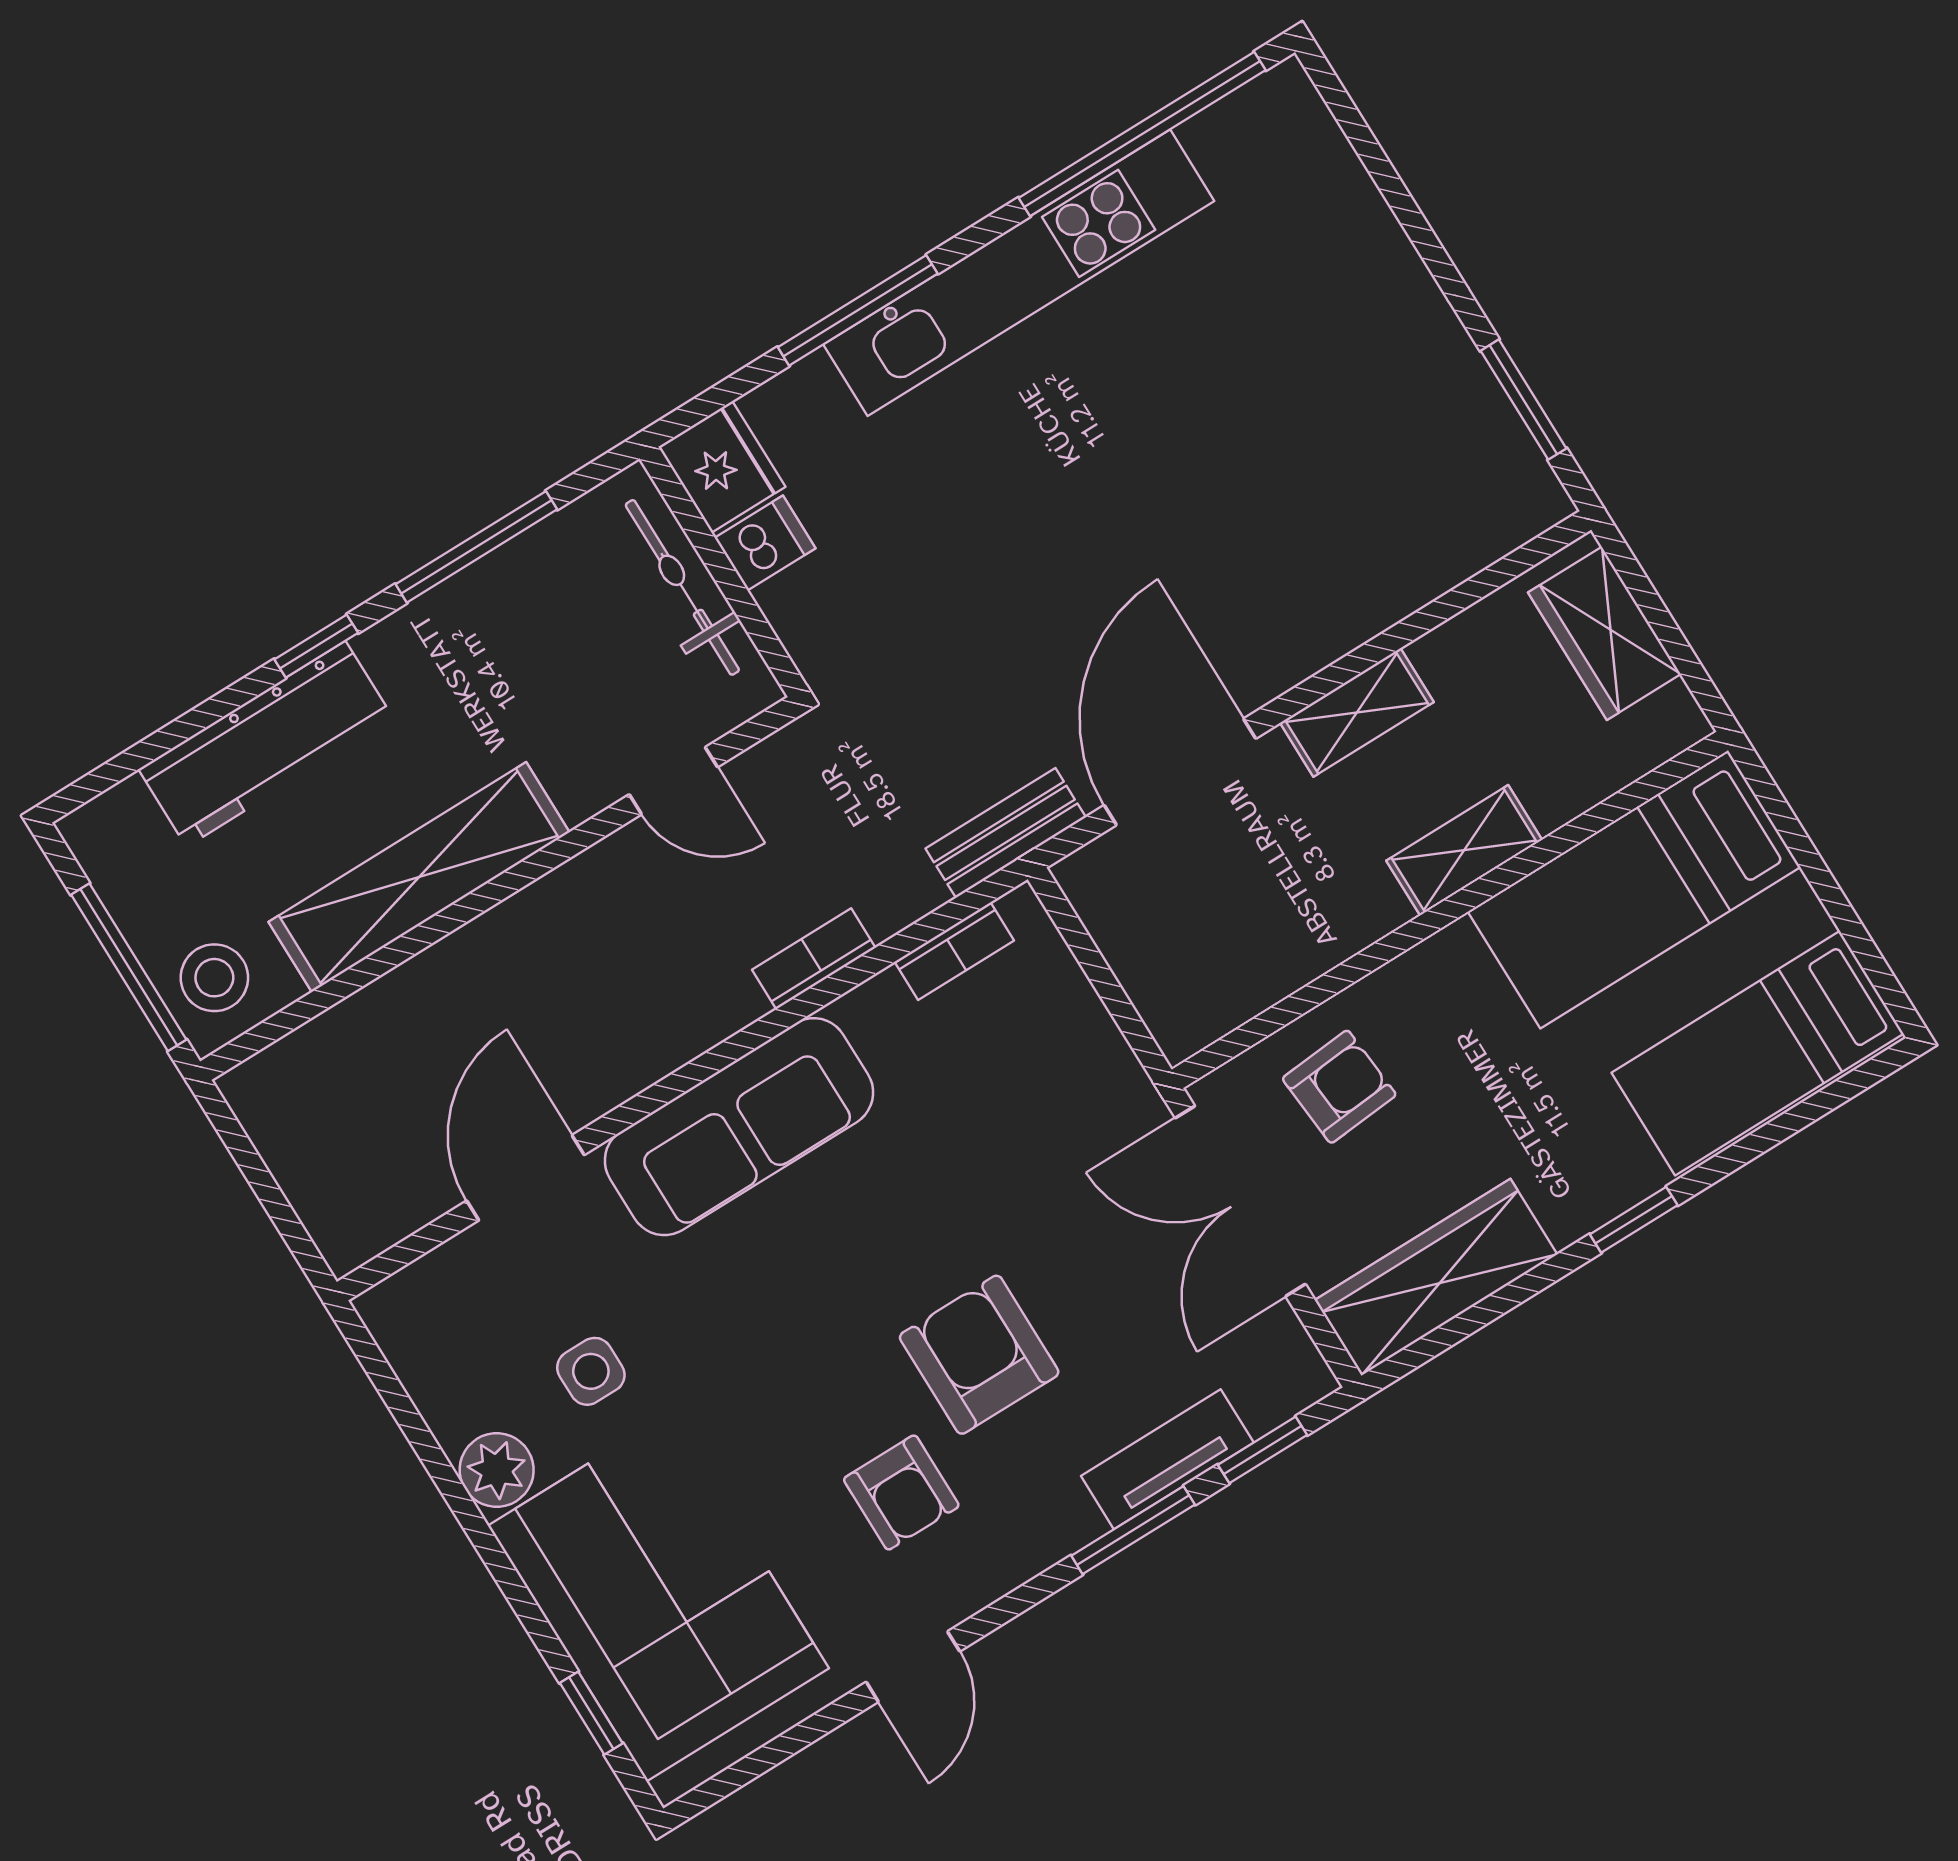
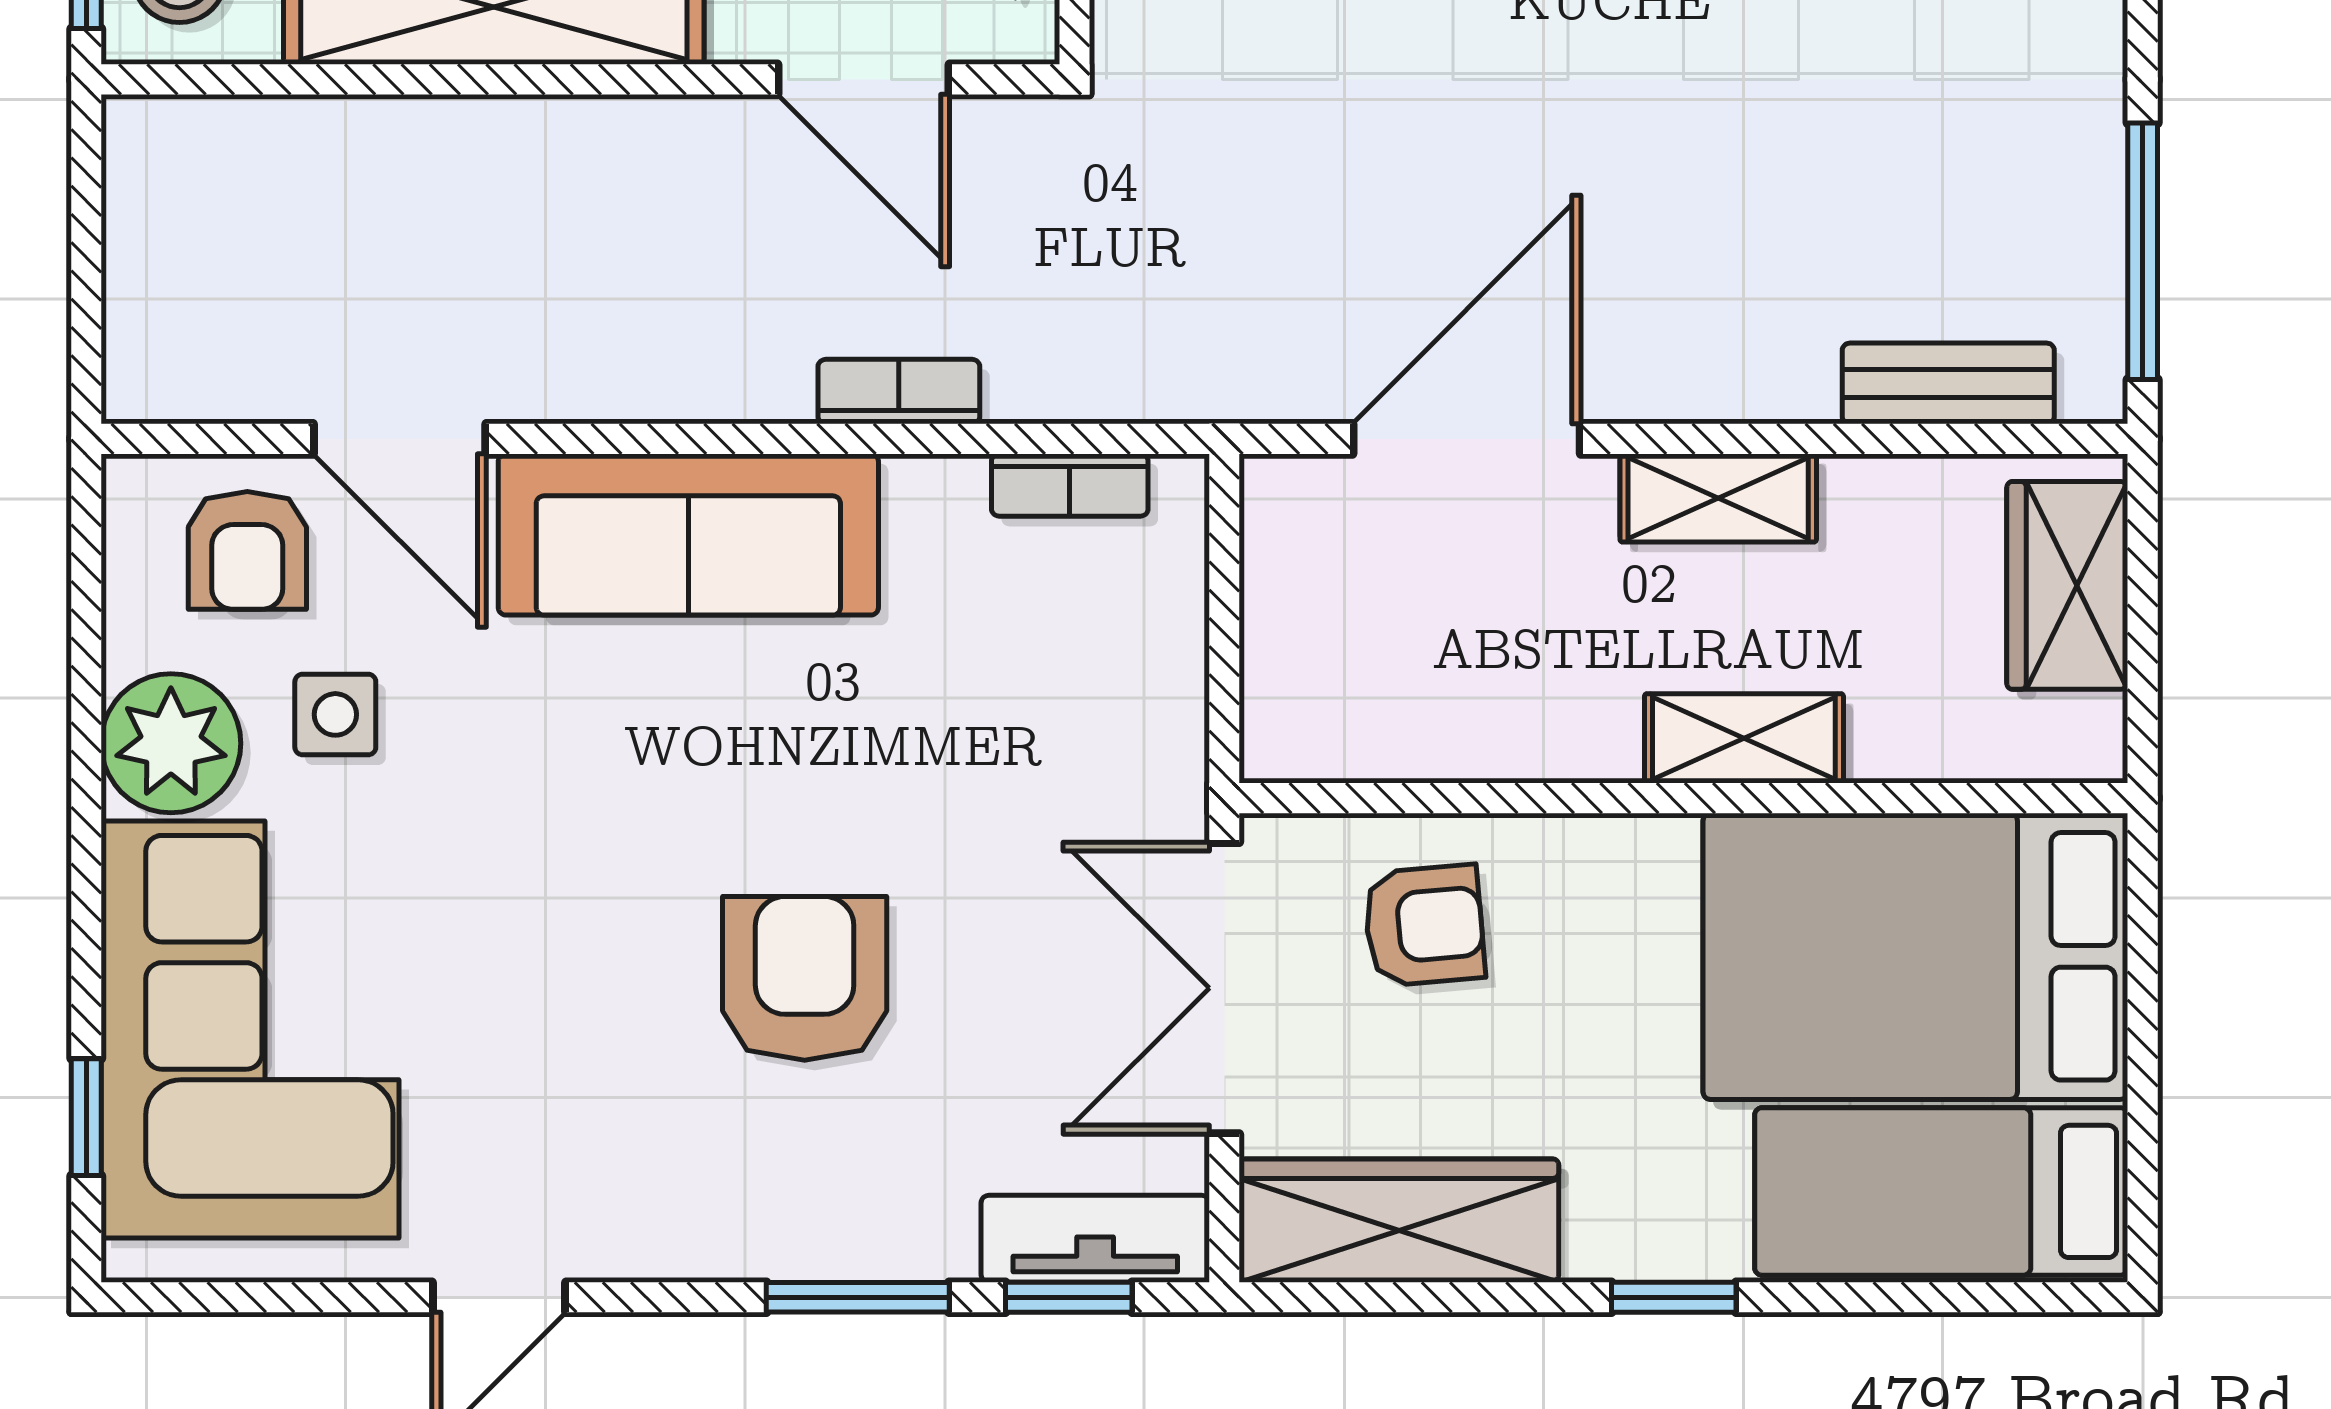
window: (1523, 400) -> (2143, 251), width x1.44
door: (673, 781) -> (864, 79), width x1.38
bench: (1006, 833) -> (1948, 383), moved
bed: (1634, 889) -> (1915, 956), width x1.50
door: (525, 1178) -> (400, 439), swing flipped
tv unit: (1167, 1459) -> (1095, 1239), moved
plant: (497, 1470) -> (171, 743), width x1.36, depth x1.36
armchair: (901, 1492) -> (247, 550), moved

